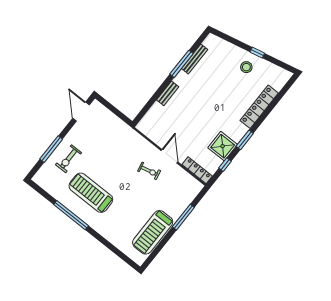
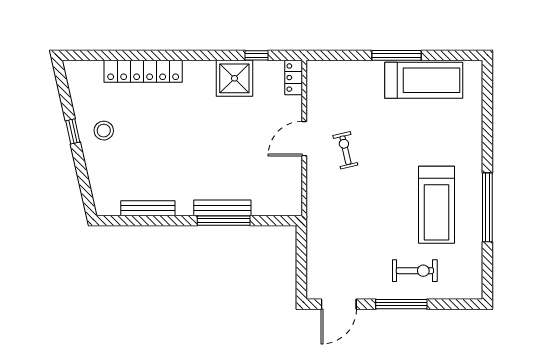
window: (182, 64) -> (224, 221), moved
bench: (168, 93) -> (222, 208), width x1.36
window: (245, 140) -> (203, 55), removed
window: (51, 149) -> (401, 304), moved
locker: (197, 170) -> (294, 78), width x0.66
window: (183, 217) -> (396, 55), moved

